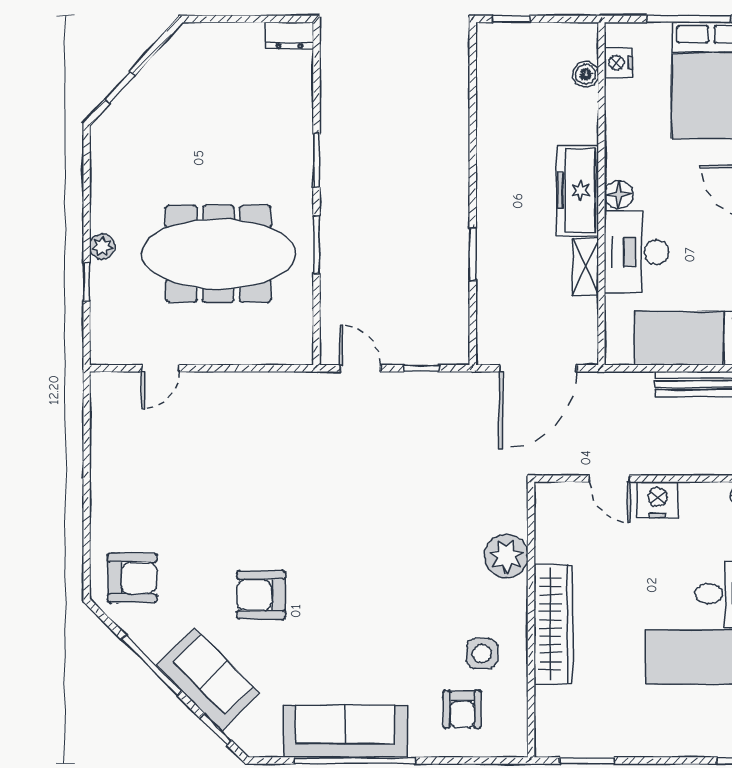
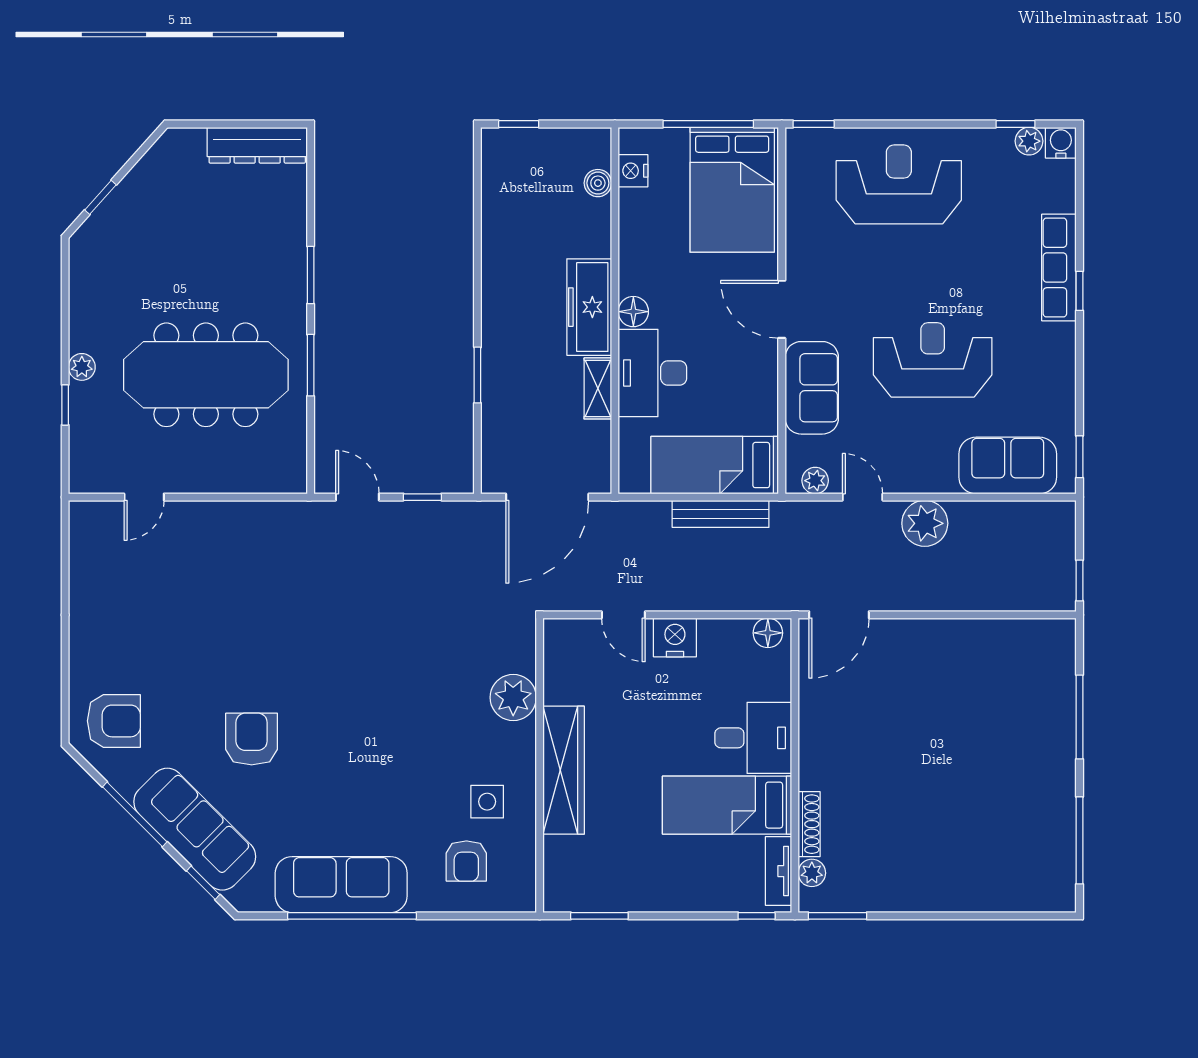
dresser: (289, 35) -> (257, 145), width x1.96, depth x1.24
armchair: (261, 595) -> (252, 739), turned 90
sofa: (208, 679) -> (195, 829), width x1.36

